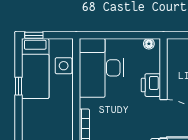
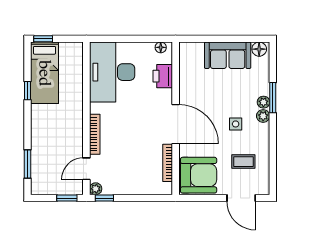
side table: (64, 66) -> (74, 70), removed
printer: (151, 85) -> (163, 76), moved

